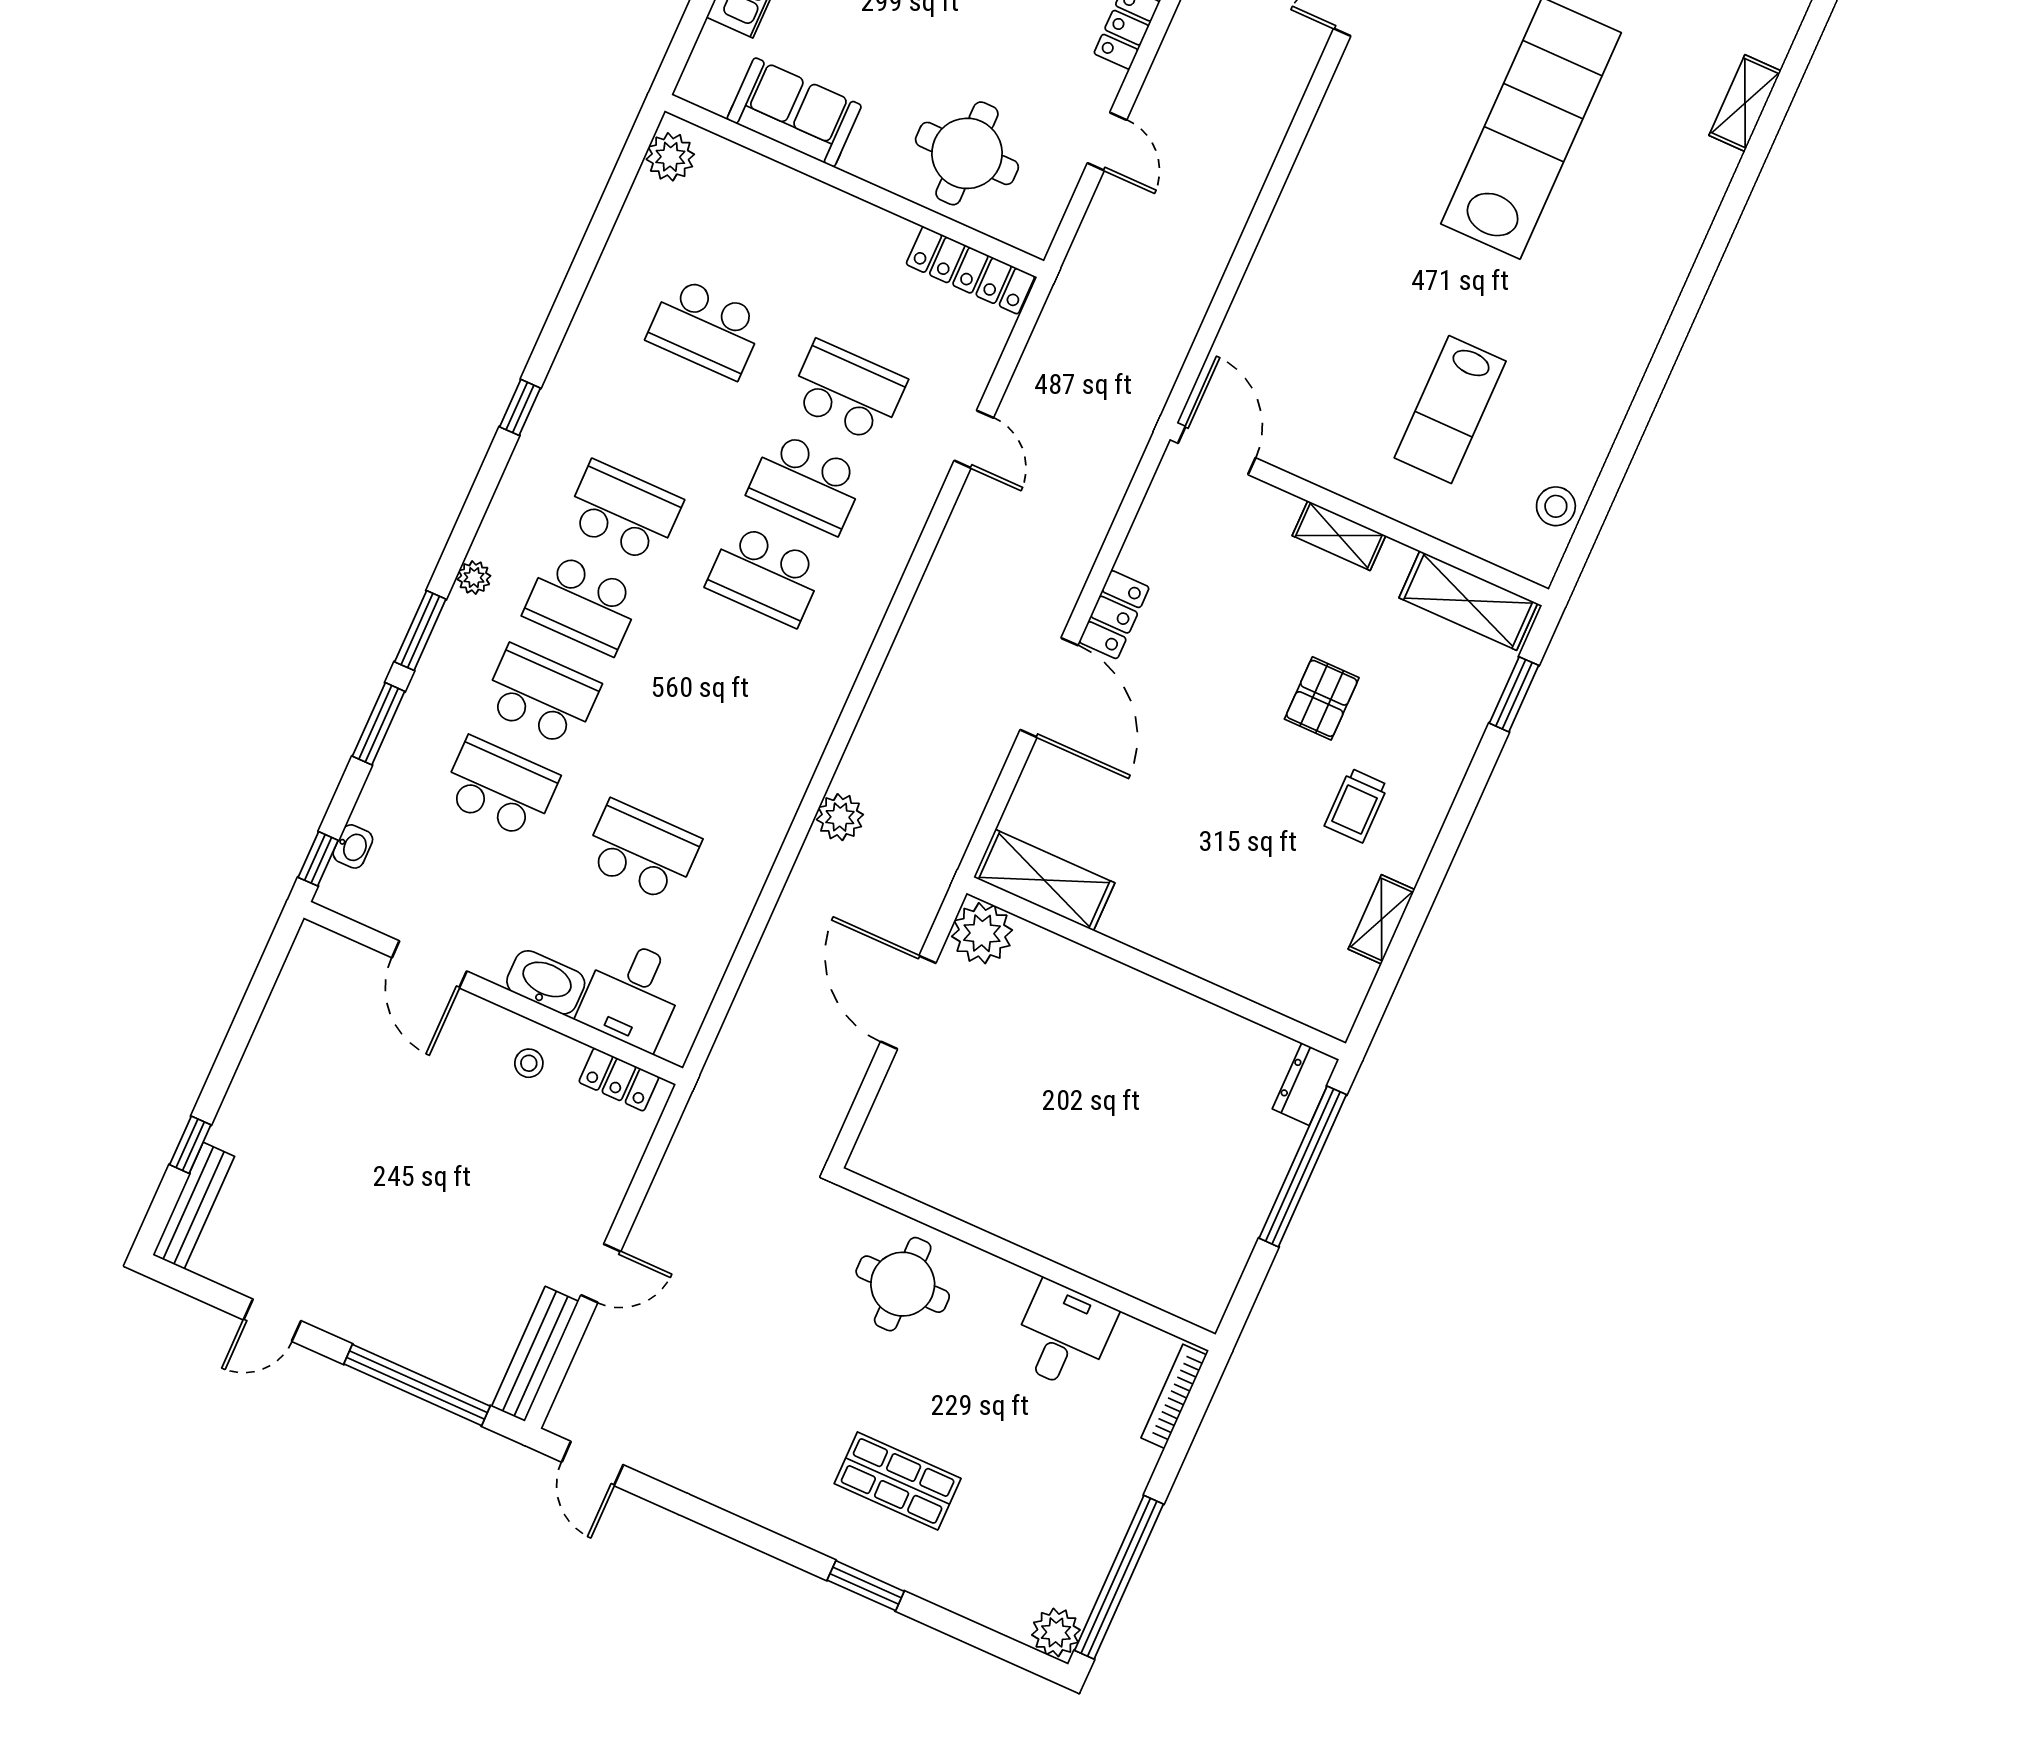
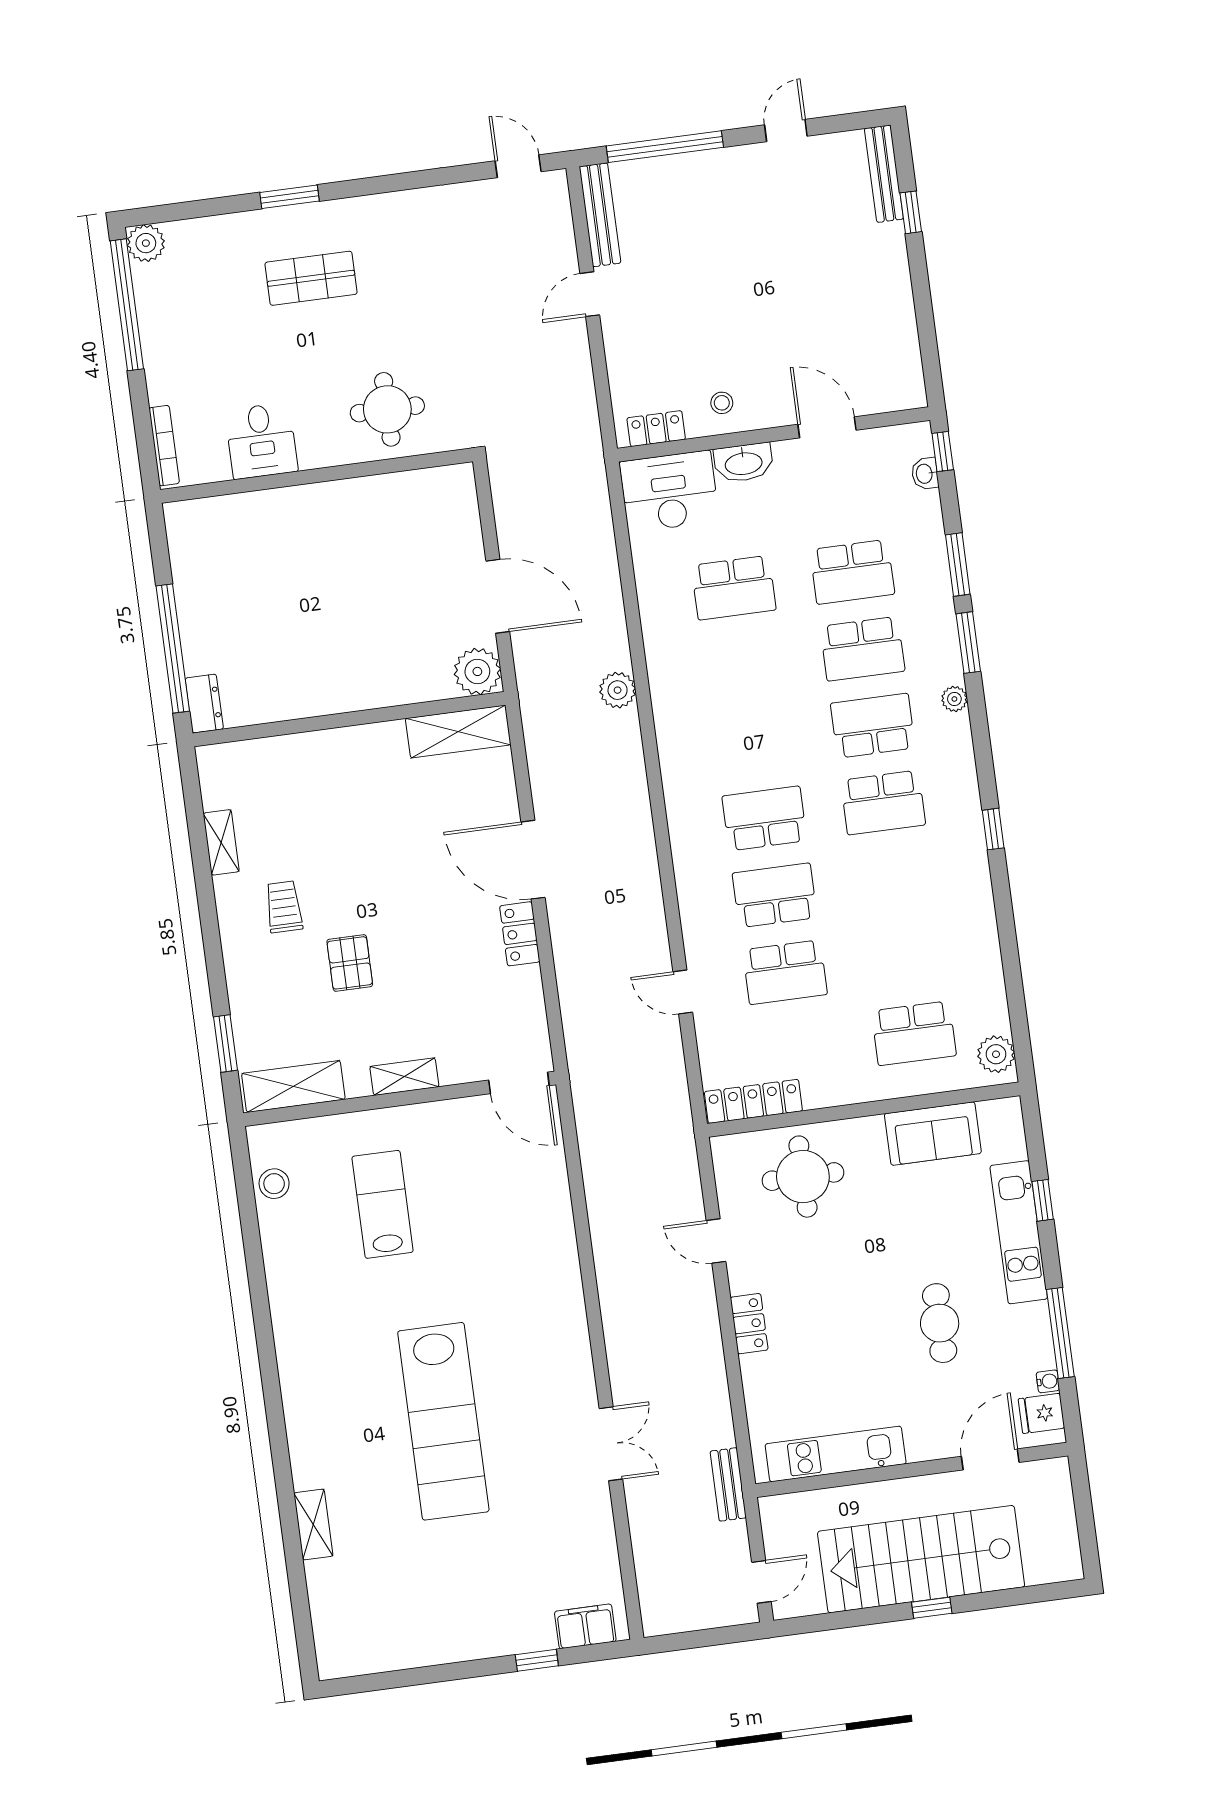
school desk: (706, 328) -> (914, 1033), moved, turned 180
desk: (632, 995) -> (669, 491), width x1.37

